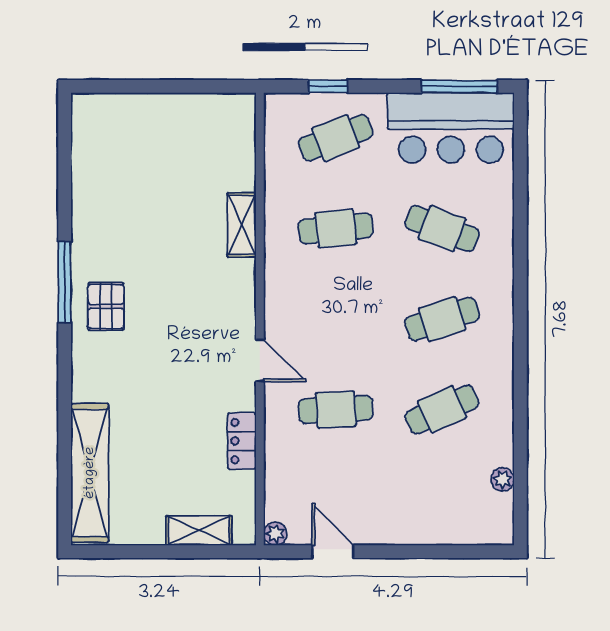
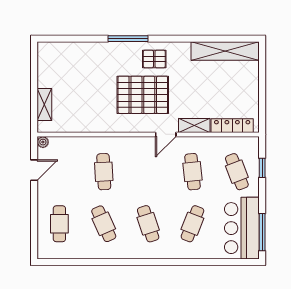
window: (65, 282) -> (128, 39), moved
pallet: (179, 330) -> (143, 95), added
door: (260, 361) -> (166, 134), moved
locker: (242, 441) -> (232, 126), moved, width x1.53
shelving: (90, 473) -> (225, 51), moved
plant: (503, 479) -> (69, 253), removed
cafe table: (442, 500) -> (59, 224), added

